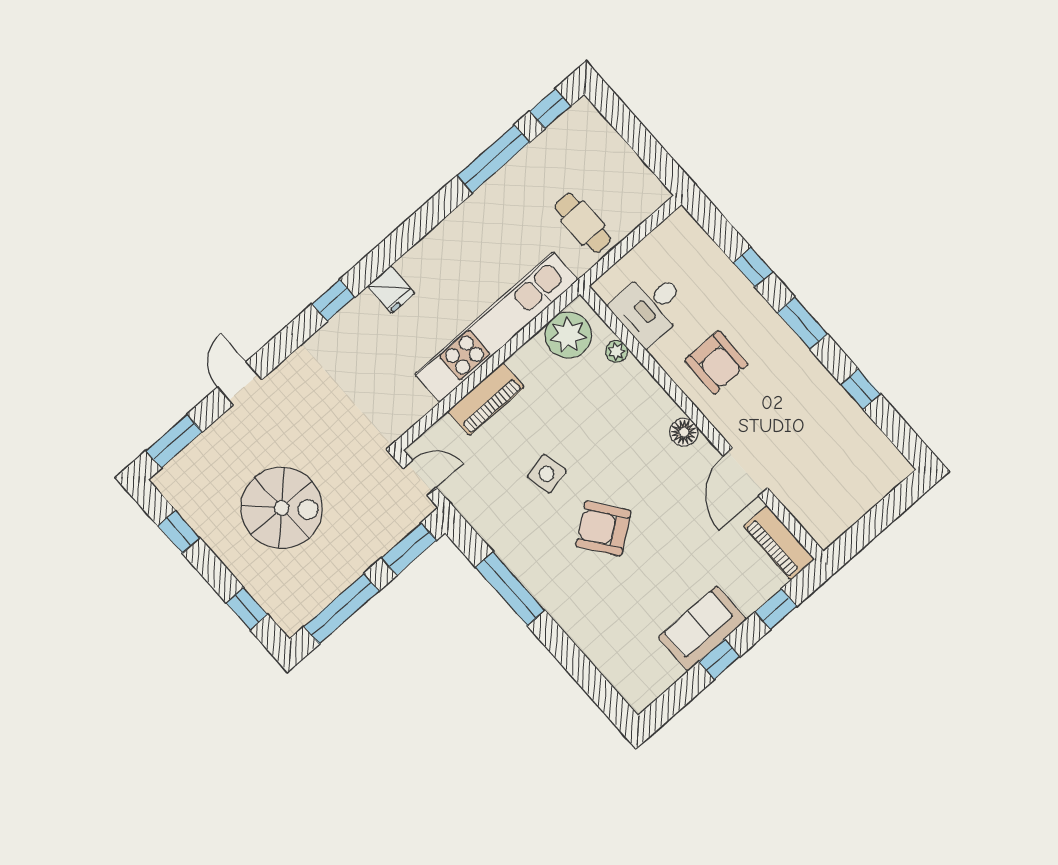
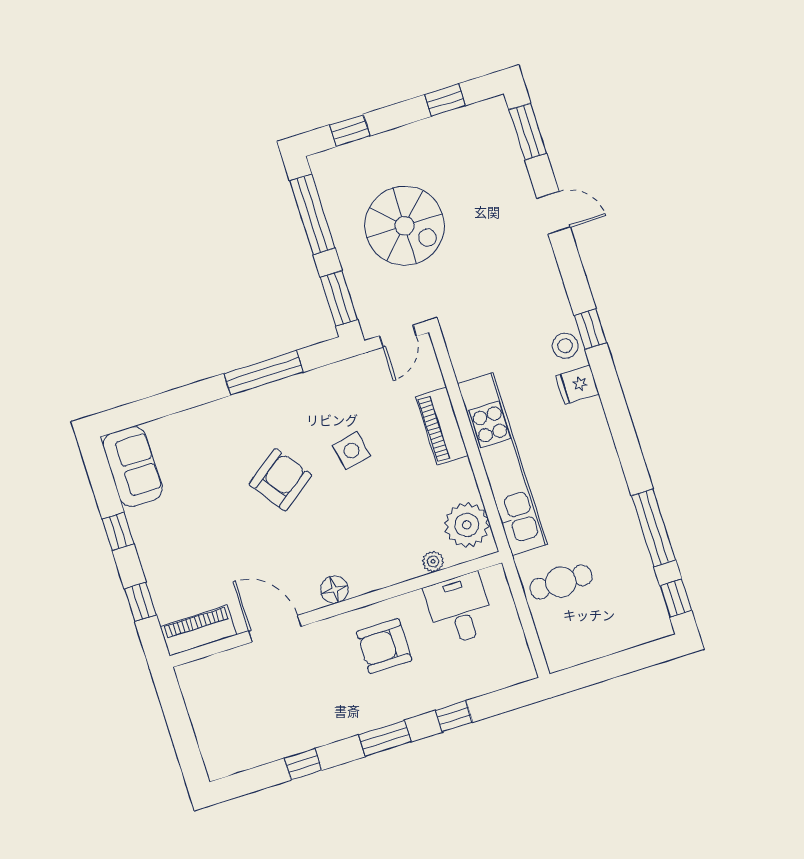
stool: (359, 317) -> (565, 346), added
spiral stairs: (282, 508) -> (405, 226), moved, turned -90
sofa: (702, 628) -> (133, 467), moved

